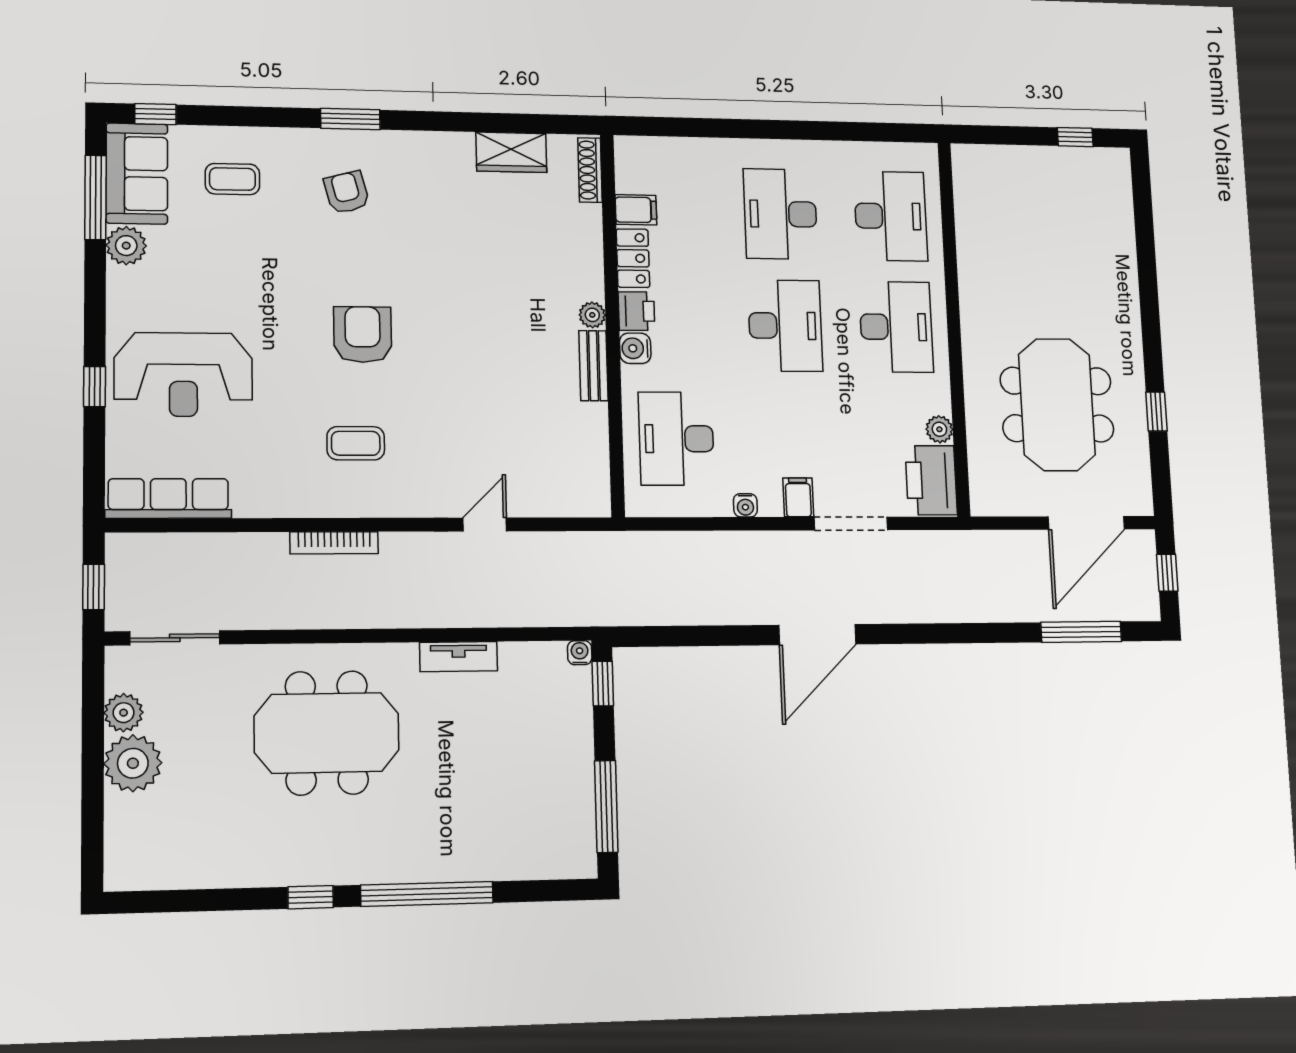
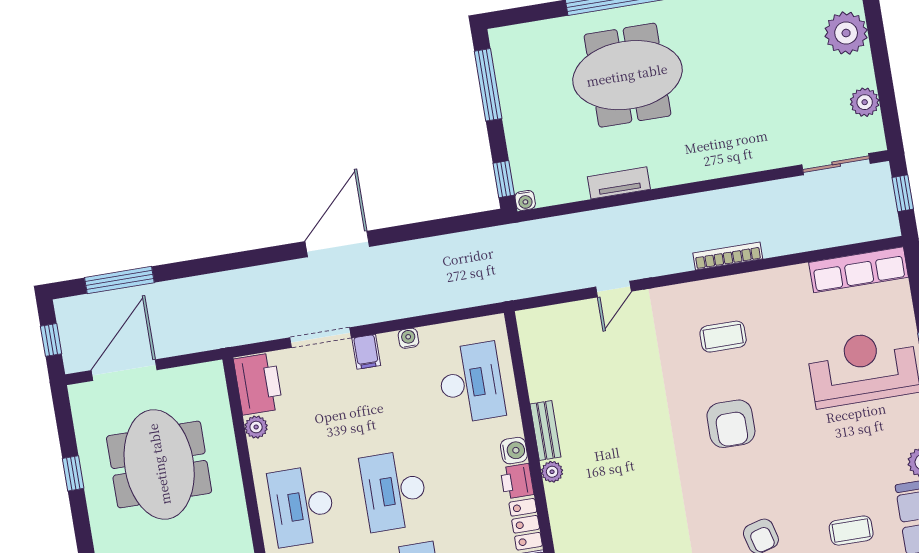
meeting table: (327, 733) -> (627, 75), moved
plant: (133, 763) -> (846, 33), moved

